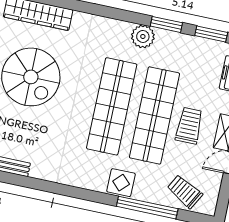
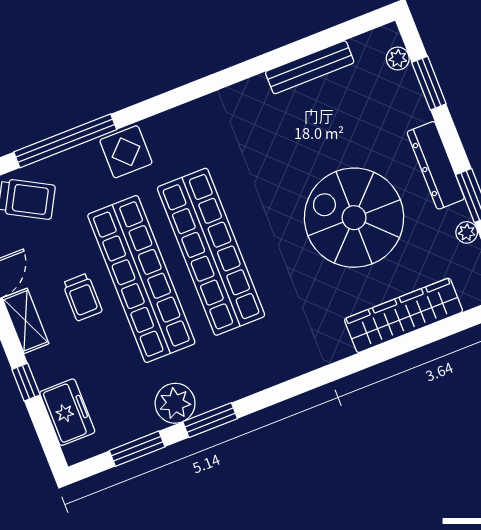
plant: (143, 36) -> (175, 403), moved
trolley: (189, 126) -> (82, 297), width x0.73, depth x0.72

